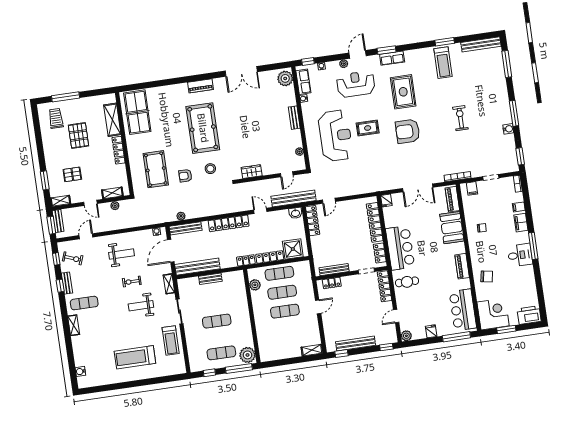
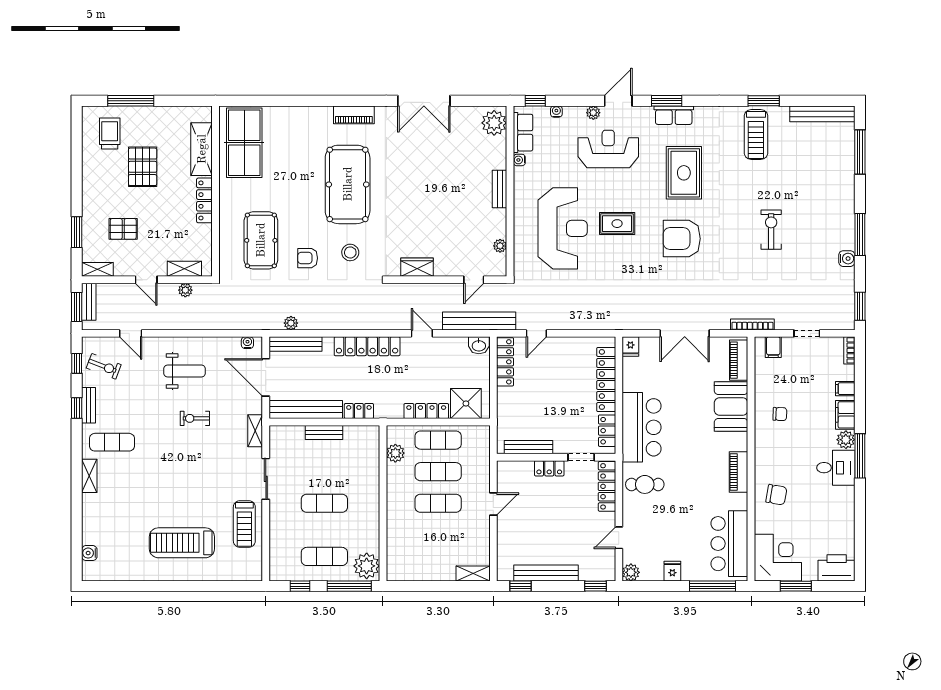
door: (86, 236) -> (131, 333), swing flipped
plant: (523, 237) -> (846, 440), added
door: (171, 251) -> (266, 377), hinge flipped
locker: (246, 260) -> (359, 411), moved
locker: (332, 283) -> (549, 468), moved
weight bench: (141, 306) -> (204, 460), removed

